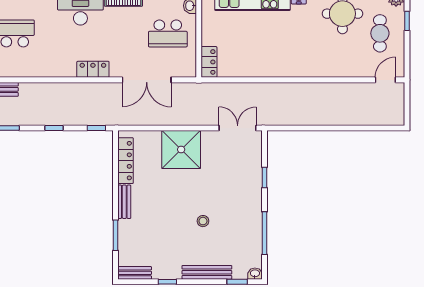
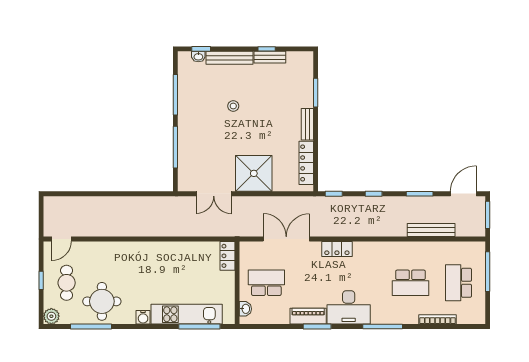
window: (407, 21) -> (41, 280), moved
double door: (238, 128) -> (214, 194), moved
window: (264, 177) -> (175, 147), width x2.17
bench: (135, 273) -> (270, 57), moved
washbasin: (255, 274) -> (198, 57), moved

